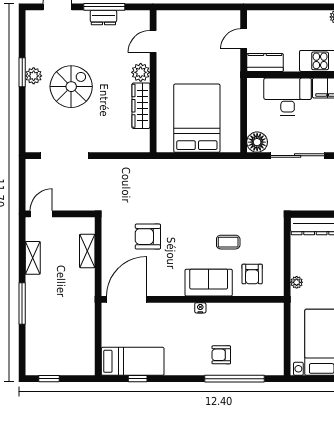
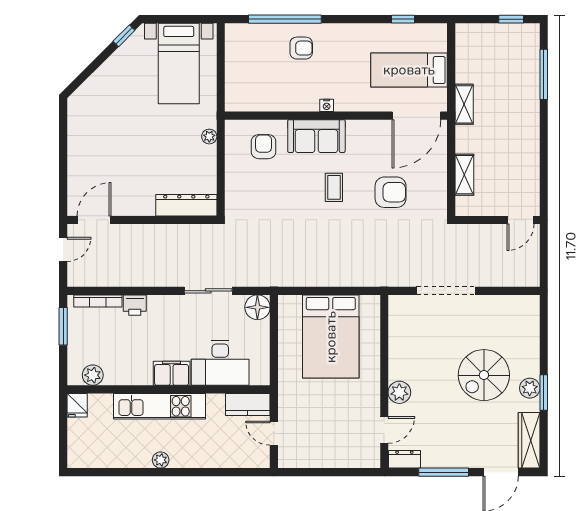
dresser: (103, 17) -> (404, 459), moved
door: (244, 39) -> (274, 433), swing flipped
wardrobe: (141, 106) -> (529, 440), moved, turned 180
doorway: (65, 156) -> (446, 291), moved
sliding door: (298, 156) -> (208, 291), width x0.73
coffee table: (228, 242) -> (334, 187), moved, turned 90
shelving: (33, 258) -> (464, 104), moved
window: (22, 304) -> (544, 74), moved
bed: (133, 361) -> (409, 70), moved

